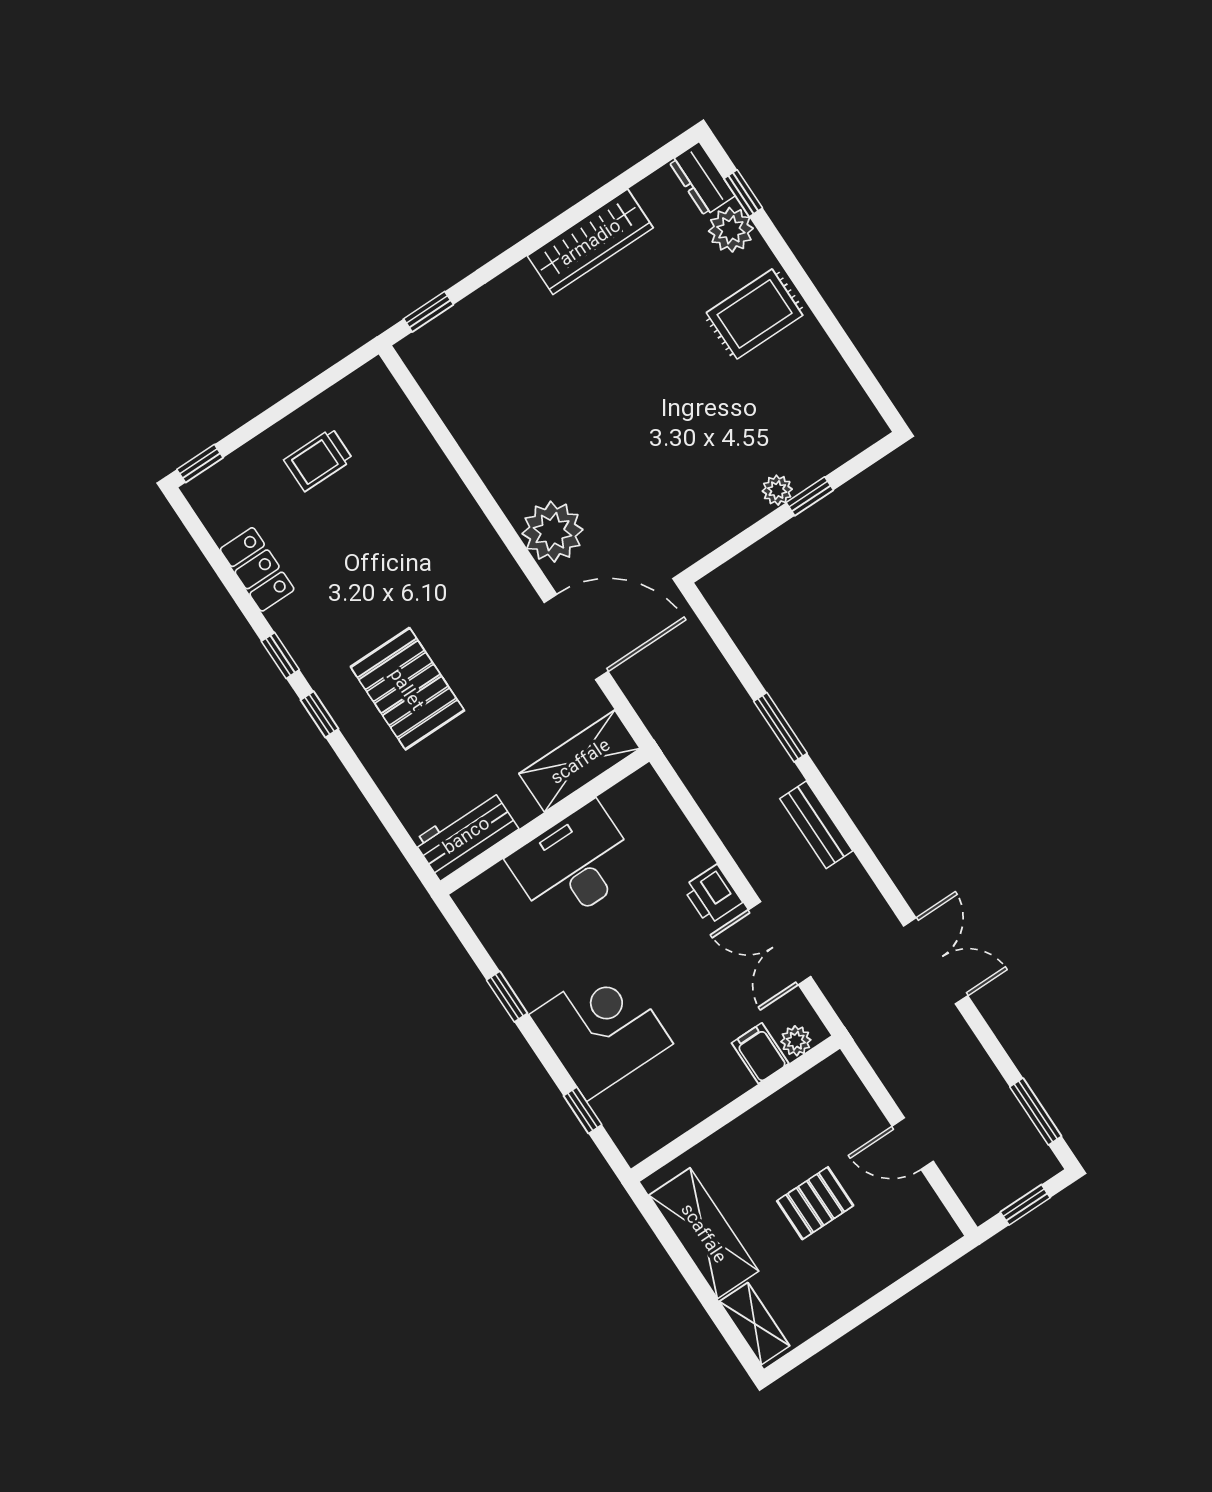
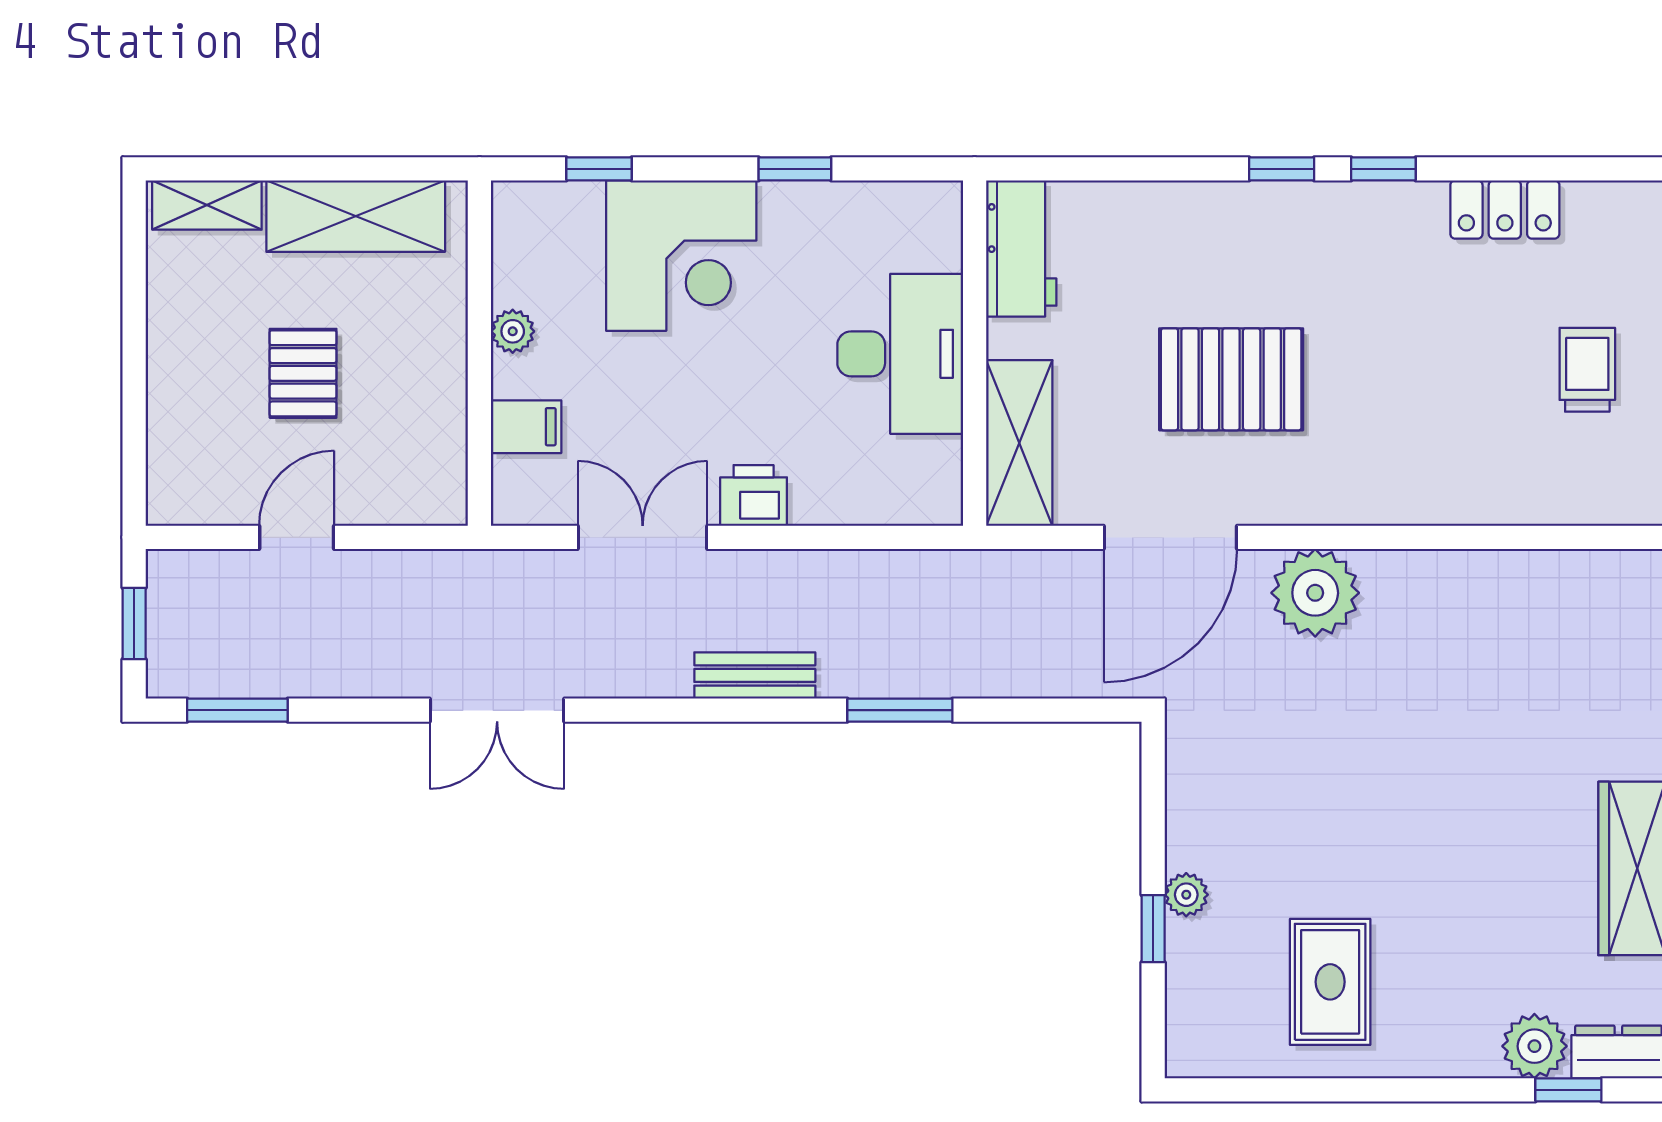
rug: (755, 314) -> (1330, 982), moved
pallet: (407, 689) -> (1231, 379), moved
plant: (796, 1041) -> (513, 331), moved

